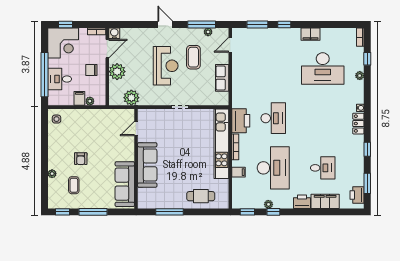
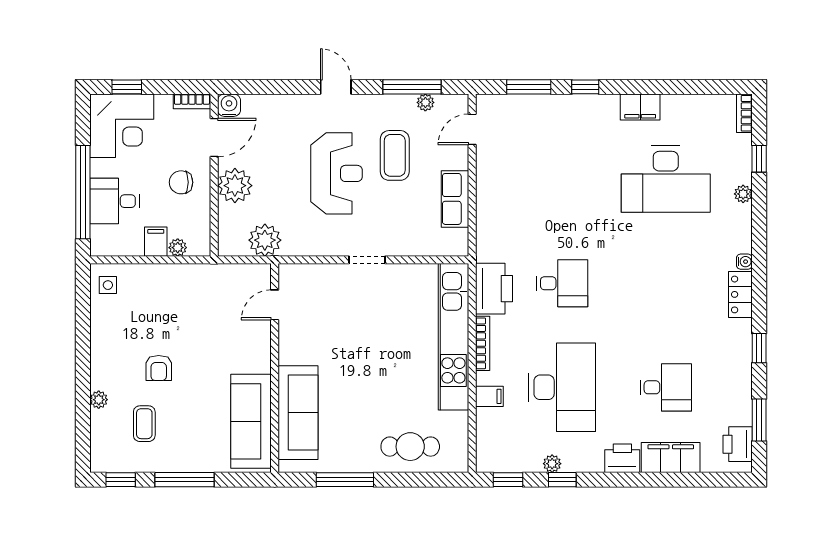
desk: (273, 118) -> (562, 283), width x0.73
sofa: (147, 165) -> (298, 413), moved

